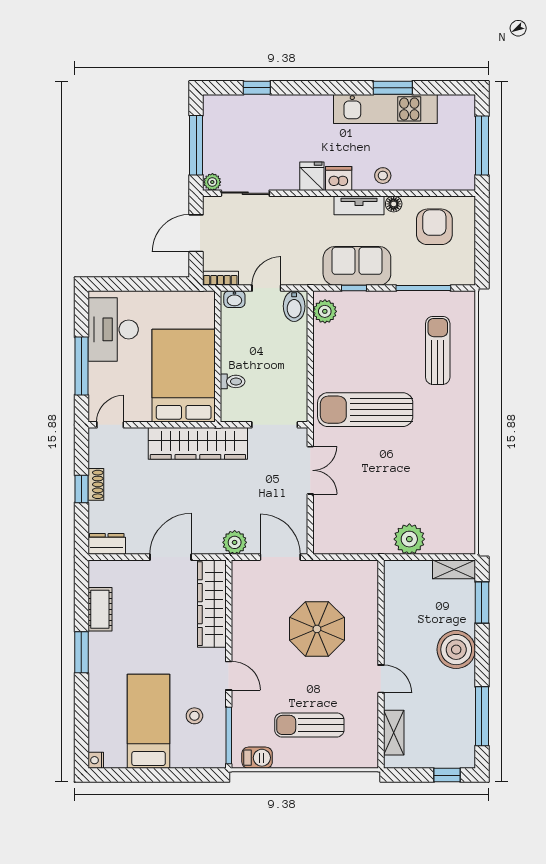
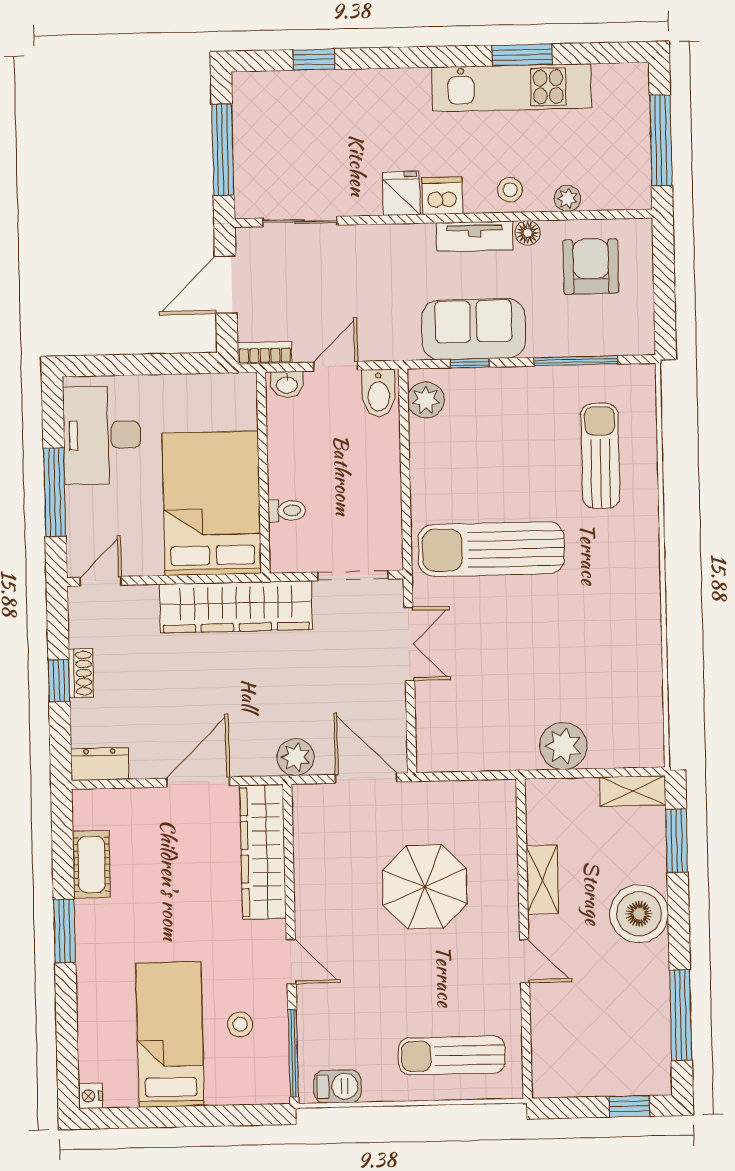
plant: (212, 182) -> (567, 198), moved
sun lounger: (309, 725) -> (452, 1055), moved
shelving: (394, 733) -> (542, 880), moved

